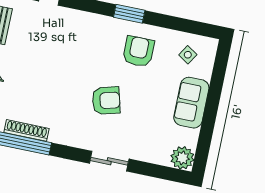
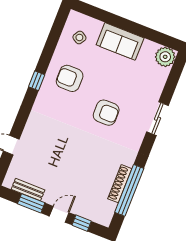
window: (129, 14) -> (37, 81), width x0.67
armchair: (106, 101) -> (106, 113), turned 105

